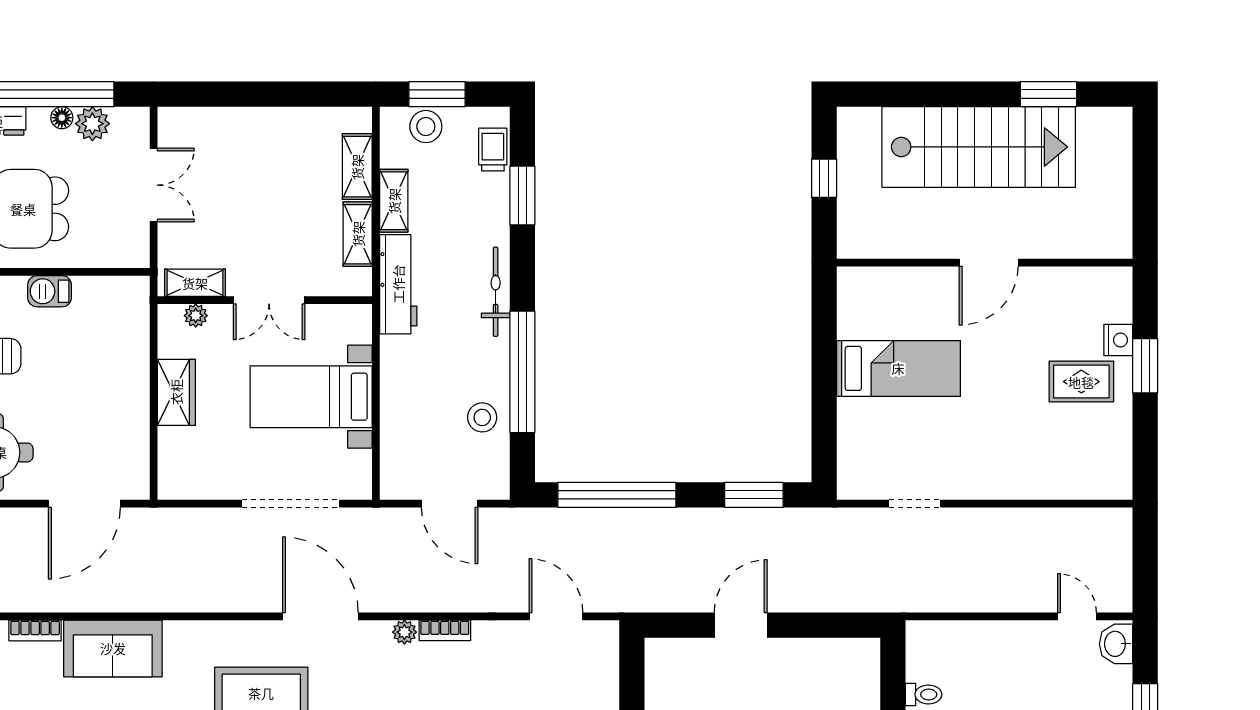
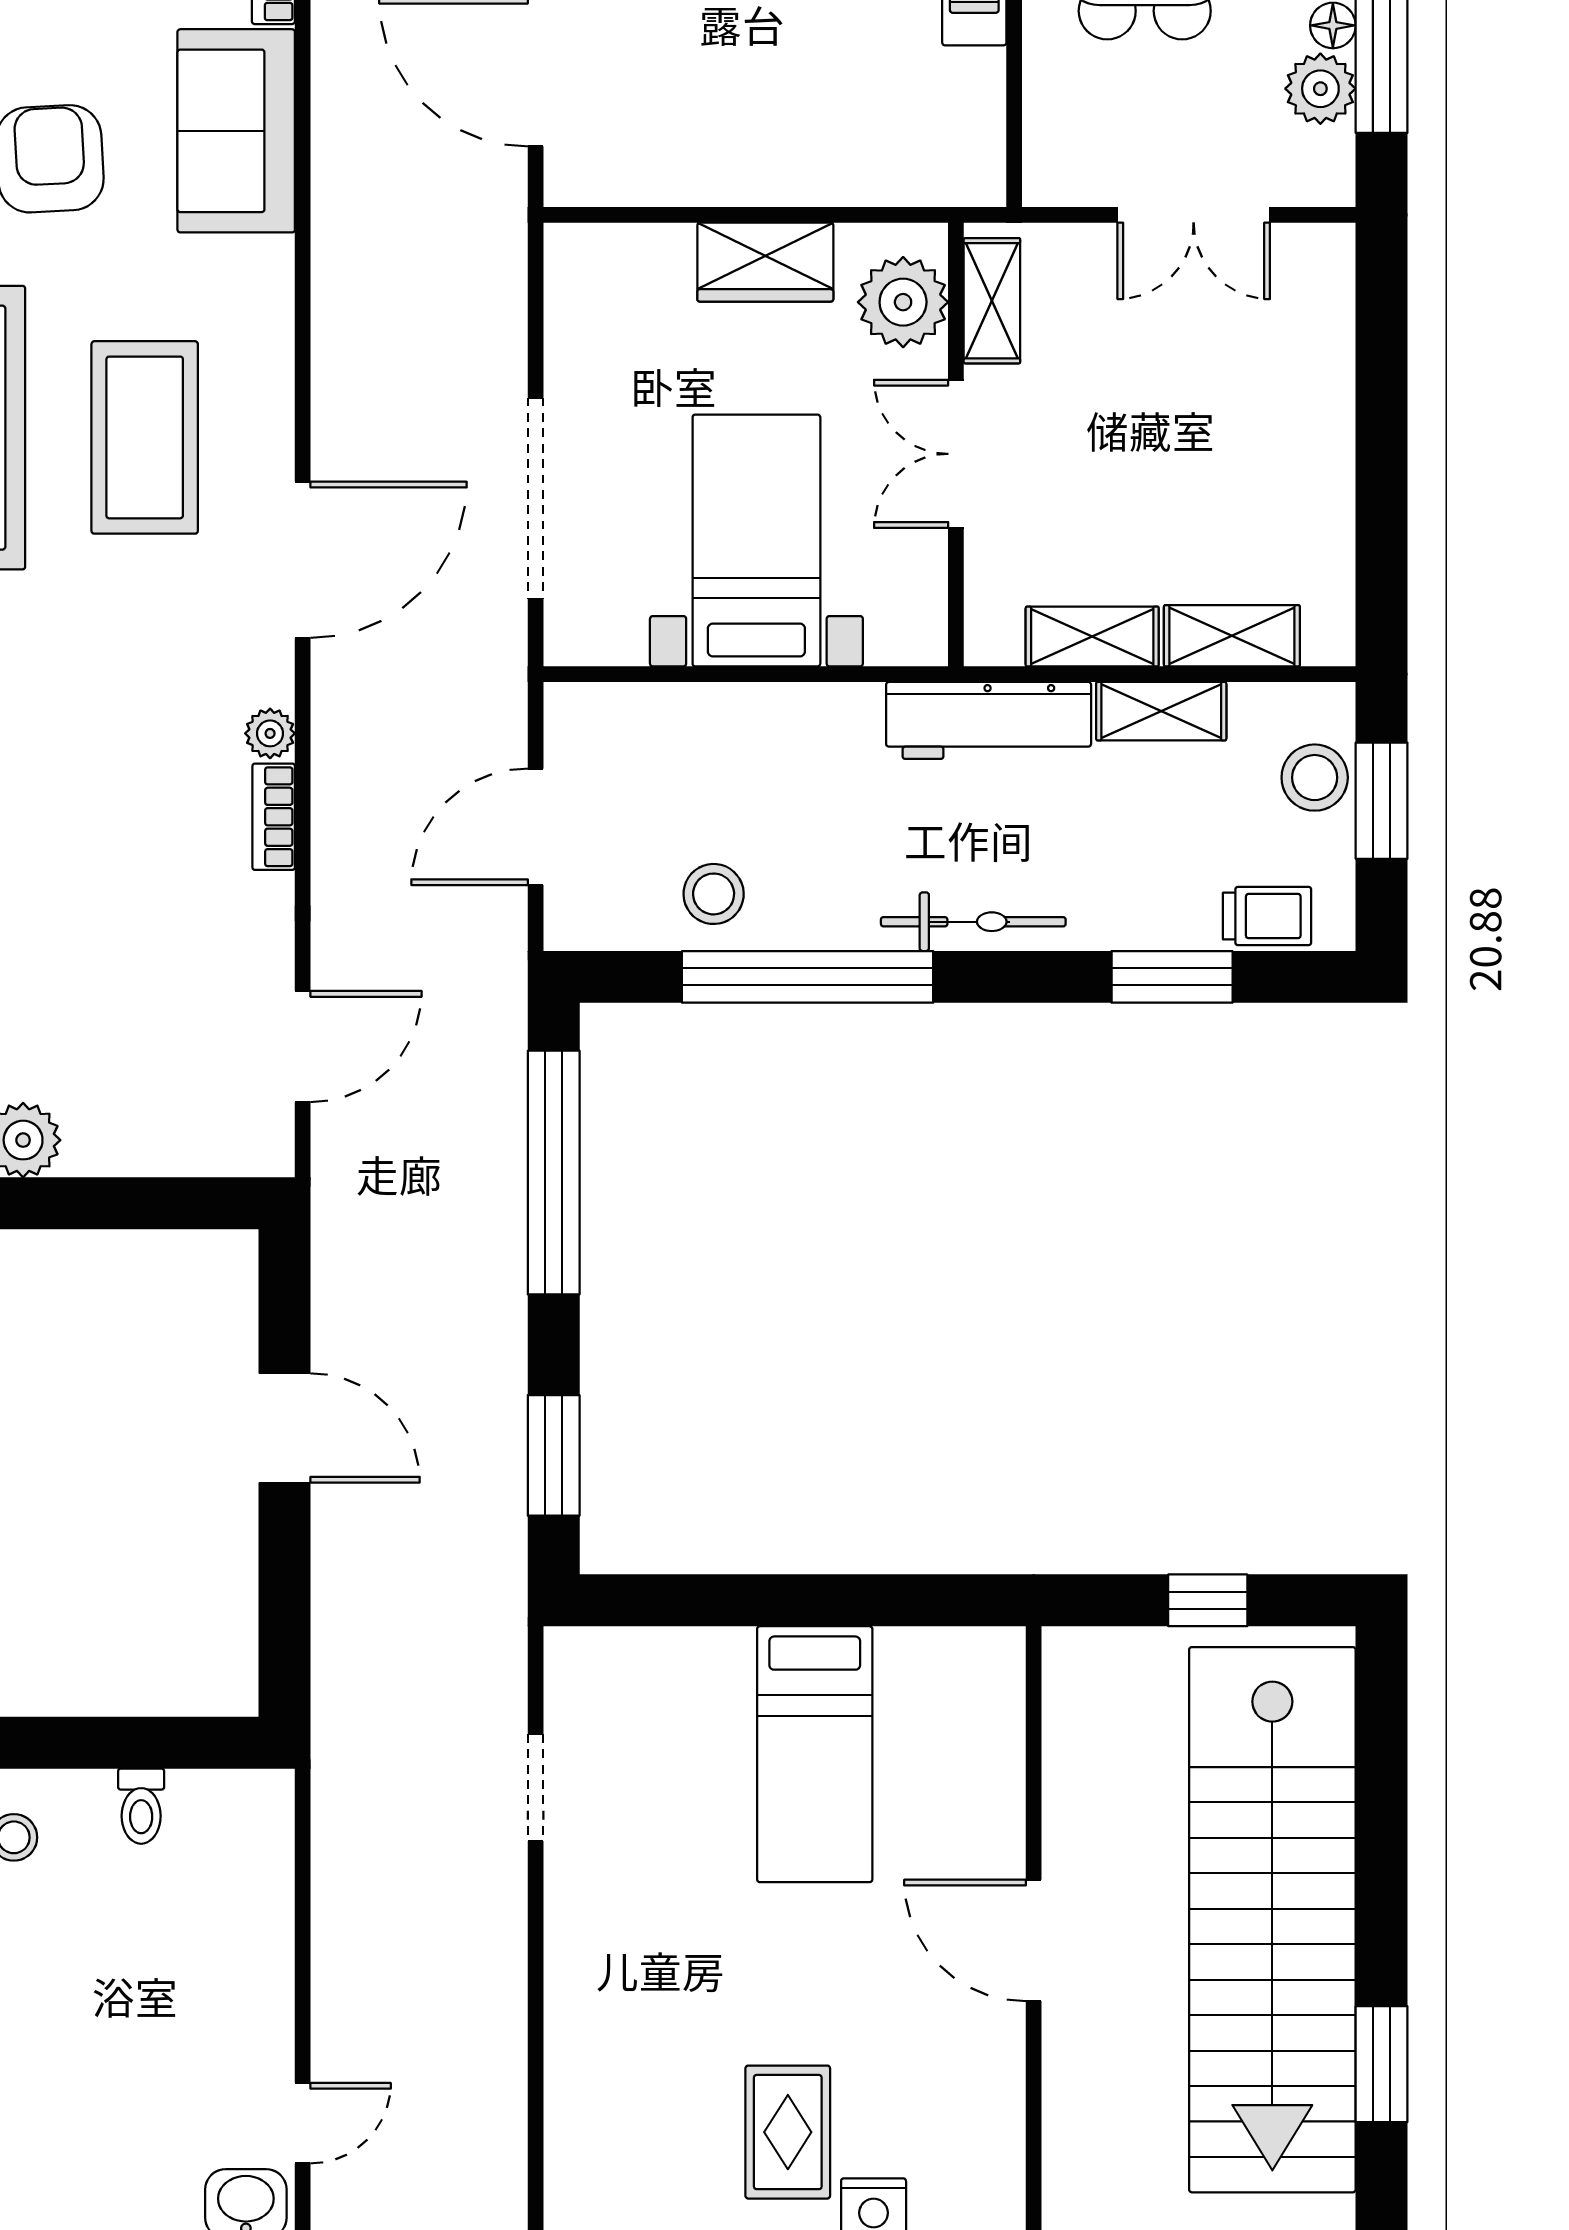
stairs: (979, 147) -> (1272, 1920), width x1.36
plant: (196, 316) -> (903, 302), width x1.88, depth x1.88

